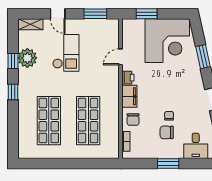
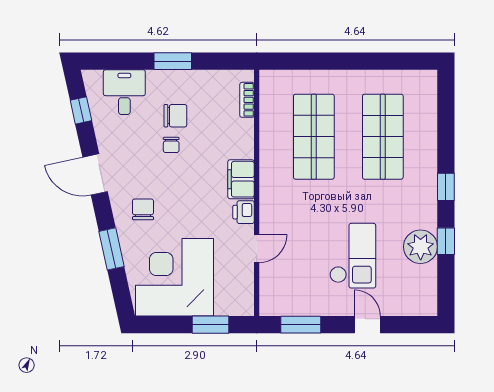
shelving: (30, 24) -> (415, 306), removed
checkout: (66, 53) -> (353, 256), turned 180
chair: (133, 119) -> (143, 209), moved

